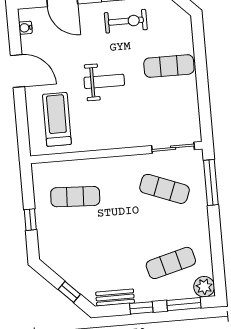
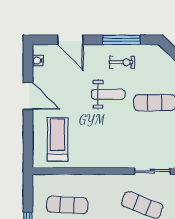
exercise bike: (126, 21) -> (122, 62), width x0.73, depth x0.72
weight bench: (104, 81) -> (108, 94), moved

